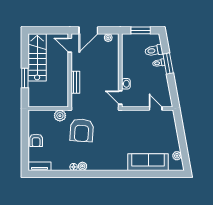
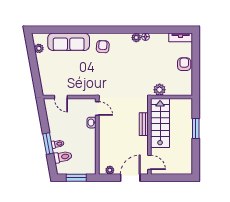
stairs: (37, 57) -> (160, 123), moved, turned 180
armchair: (82, 130) -> (103, 47), moved, width x0.53, depth x0.53

